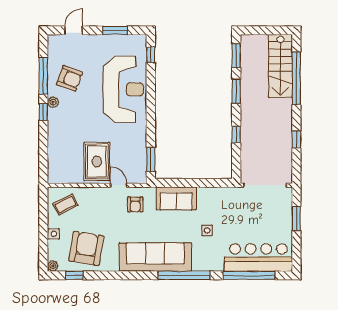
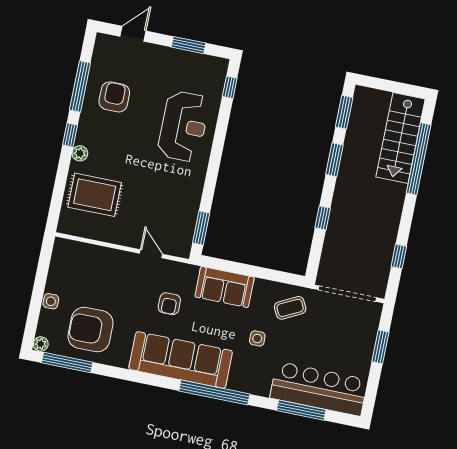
armchair: (69, 78) -> (114, 97), turned -111
reception desk: (123, 89) -> (184, 126), width x0.74, depth x0.77
plant: (53, 102) -> (80, 153), moved
window: (296, 139) -> (399, 256), moved
rug: (97, 161) -> (95, 195), moved, turned 90
coffee table: (65, 204) -> (290, 308), moved
armchair: (135, 204) -> (169, 304), moved
armchair: (86, 248) -> (91, 330), turned -99
window: (74, 275) -> (67, 363), width x2.17
window: (249, 275) -> (301, 410), width x0.68

